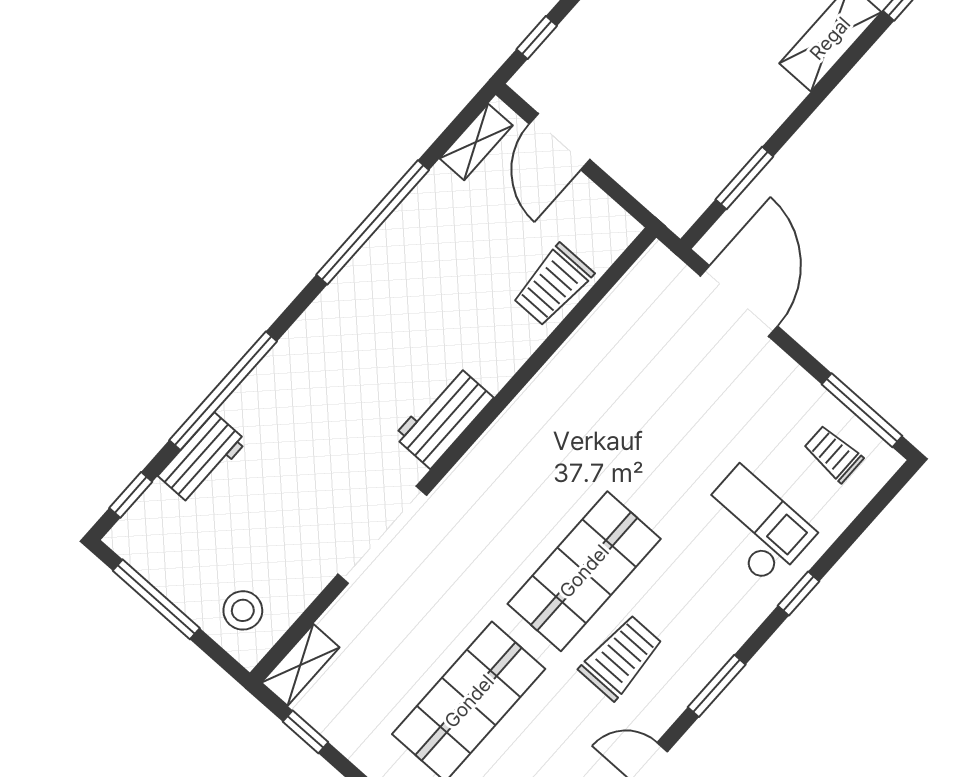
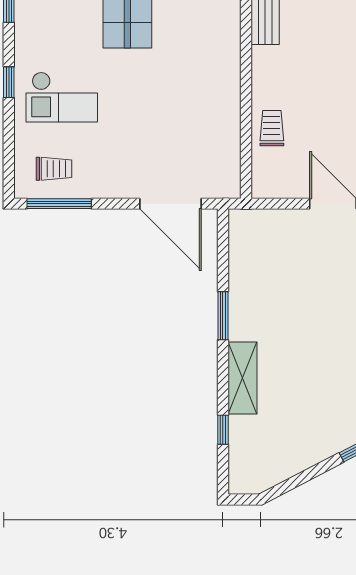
window: (744, 178) -> (223, 316), moved
trolley: (553, 285) -> (272, 128), width x0.73, depth x0.72

